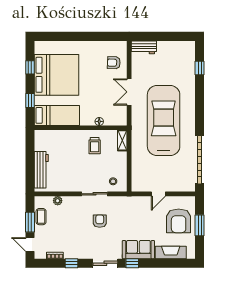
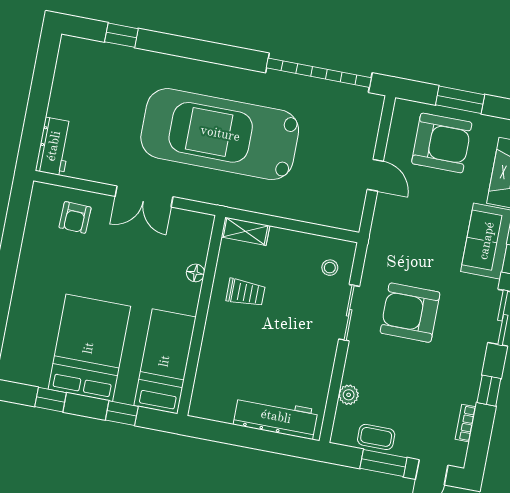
bed: (57, 75) -> (89, 348), width x0.73
armchair: (100, 221) -> (410, 313), width x1.88, depth x1.88

